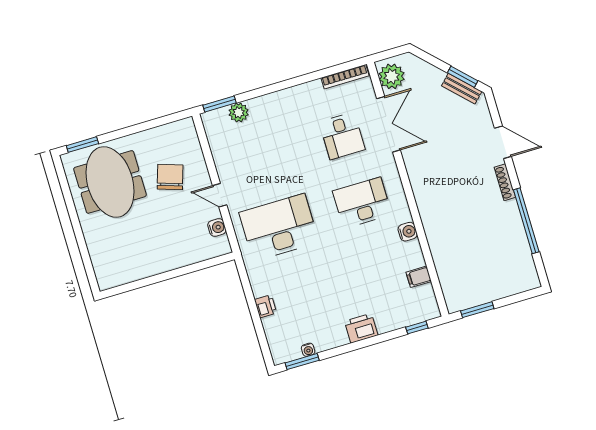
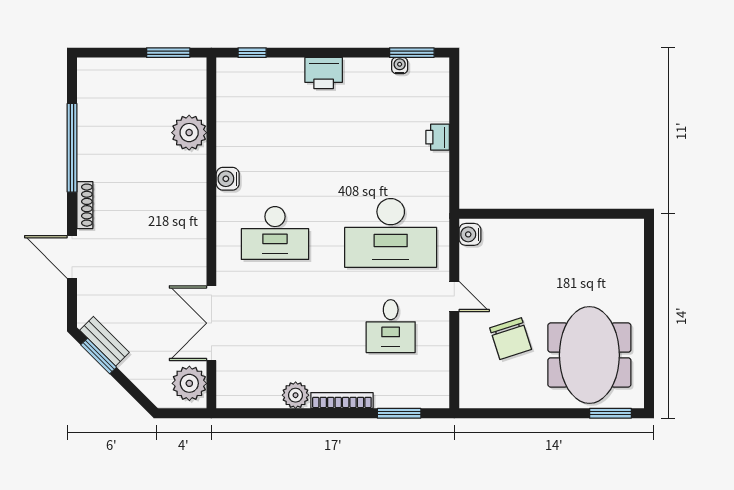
bookcase: (345, 77) -> (342, 400), moved
window: (219, 104) -> (399, 413), moved
plant: (239, 112) -> (296, 395), moved
desk: (342, 136) -> (391, 326), moved, turned 180
chair: (170, 177) -> (511, 339), turned -36
water cooler: (217, 228) -> (470, 234), moved
plant: (445, 257) -> (189, 133), added
filing cabinet: (419, 277) -> (231, 117), removed

